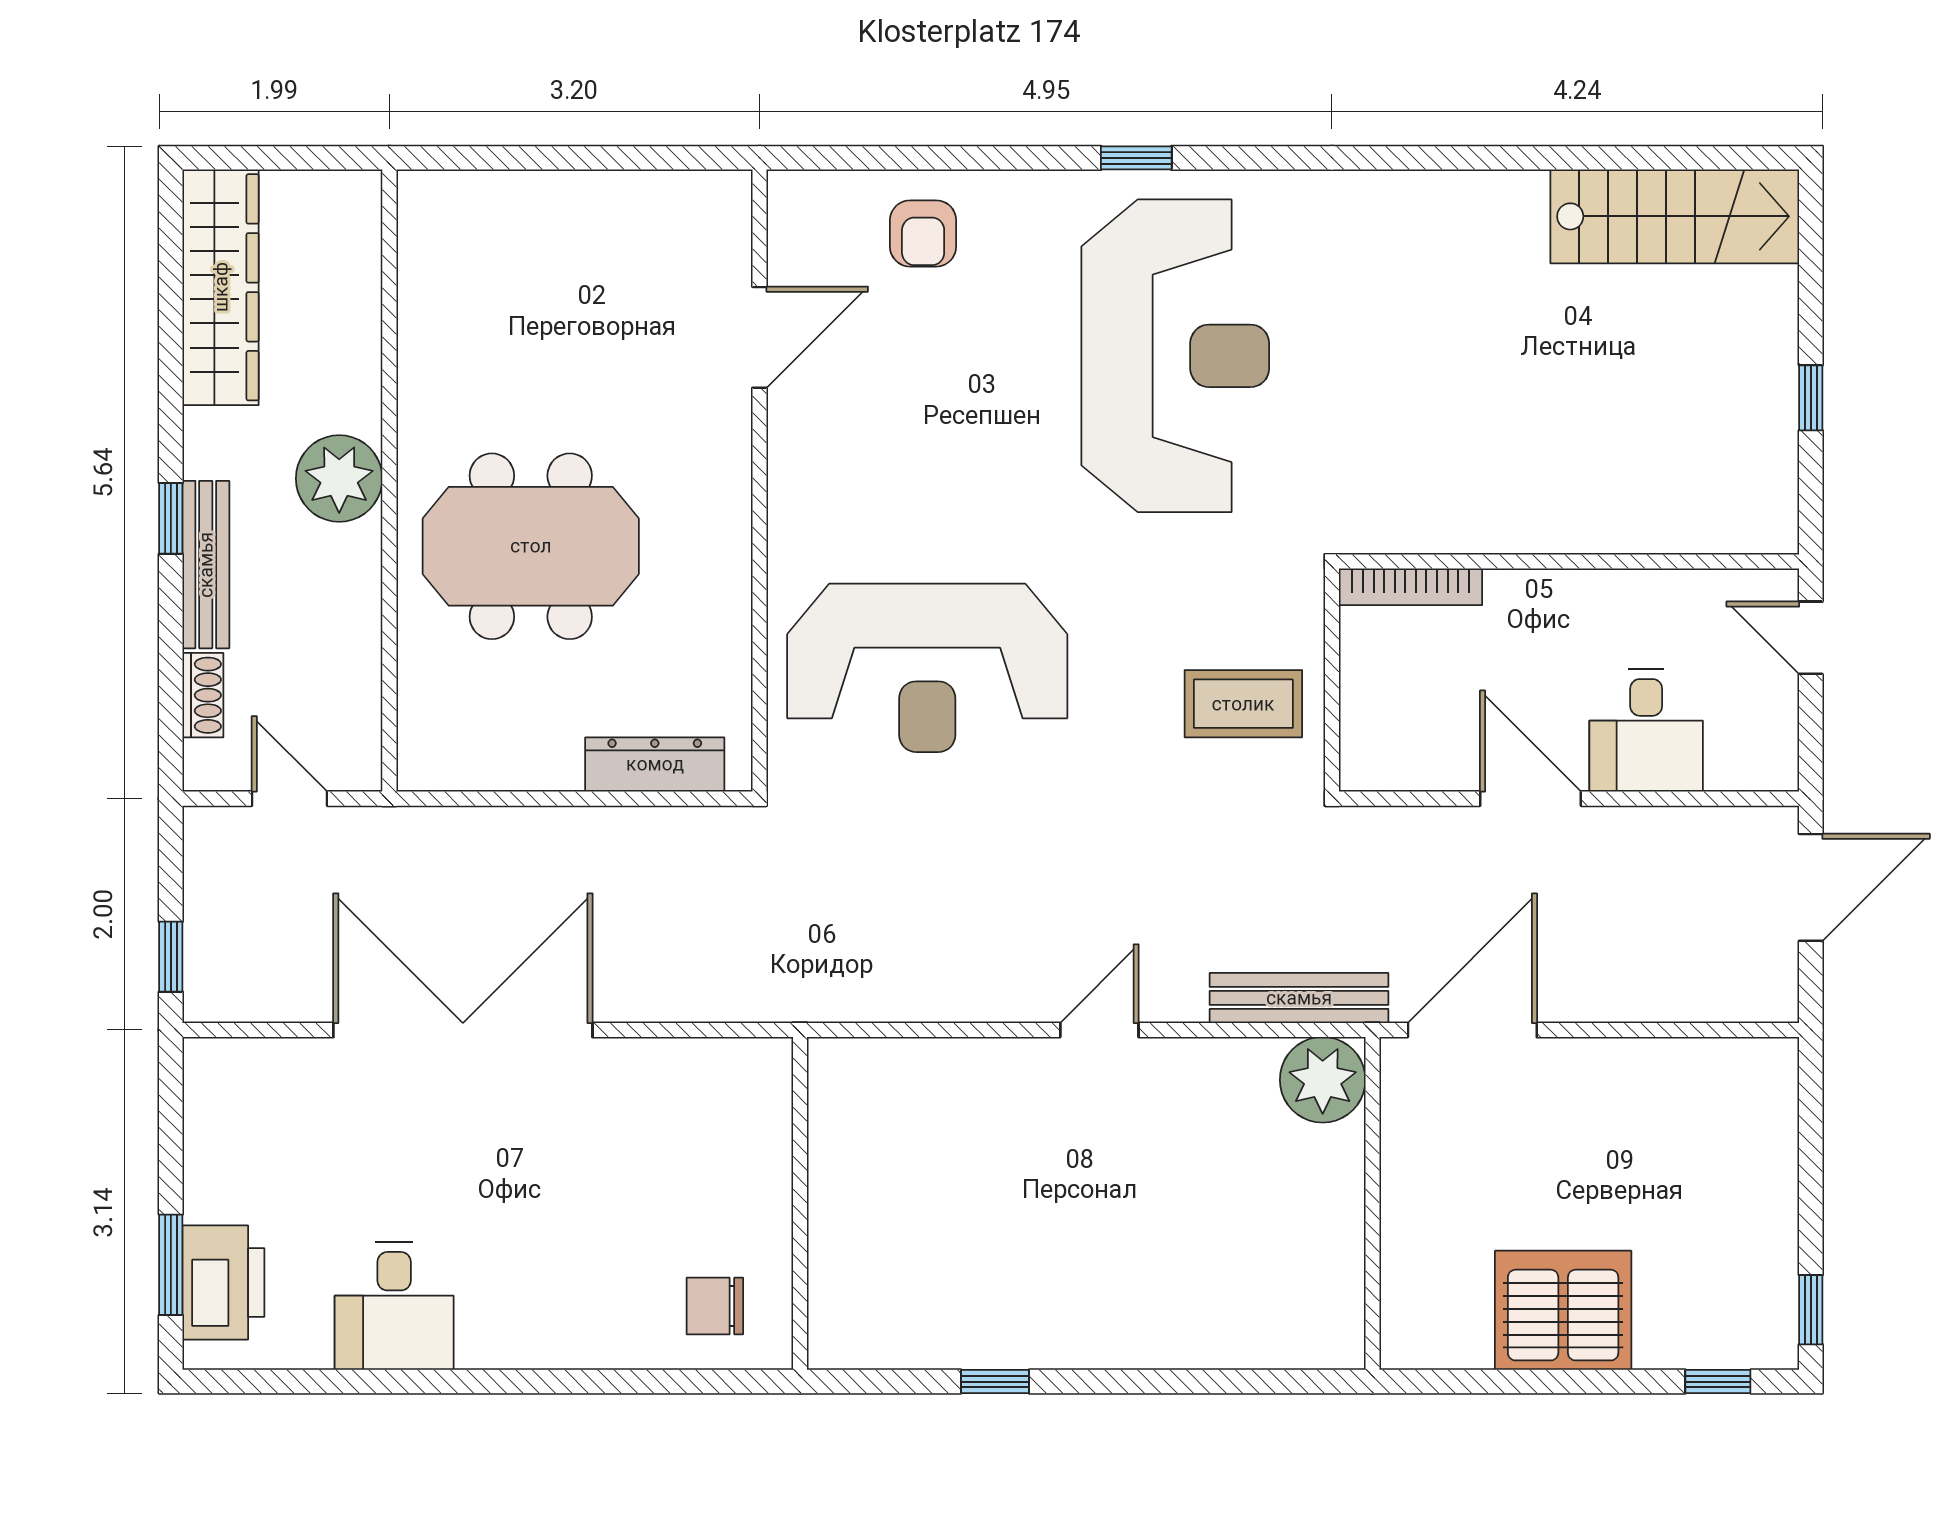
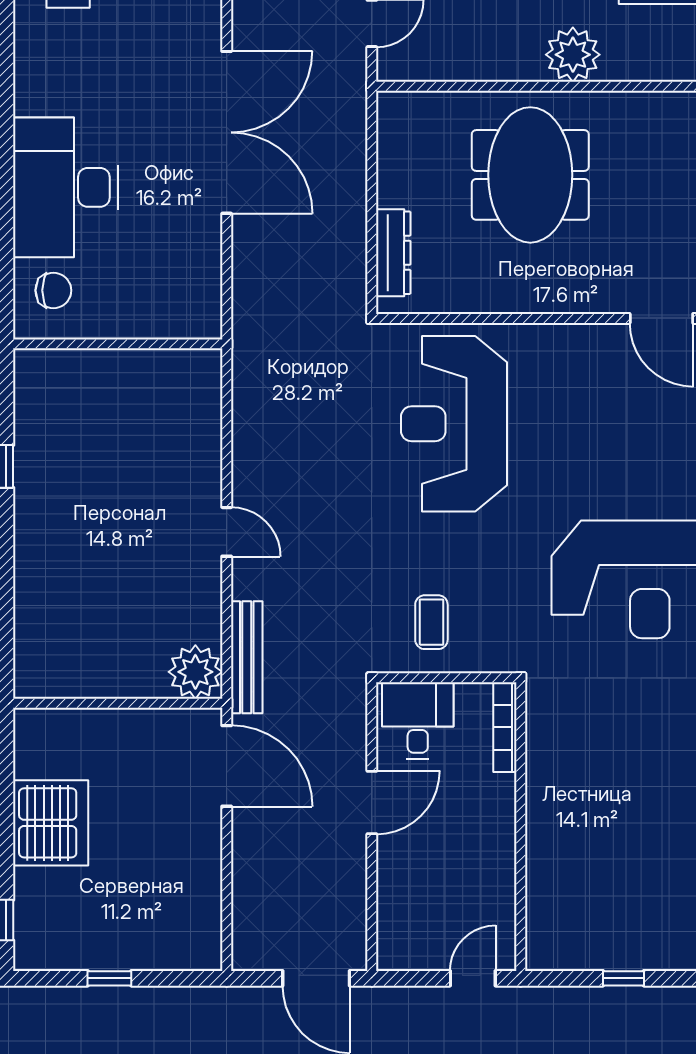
coffee table: (1243, 704) -> (431, 622), width x0.73, depth x0.77
desk: (1646, 730) -> (418, 721), moved, turned 90
desk: (394, 1306) -> (66, 187), moved, width x1.87, depth x1.30
chair: (715, 1306) -> (53, 290), turned 90
window: (1811, 1310) -> (109, 978), moved

